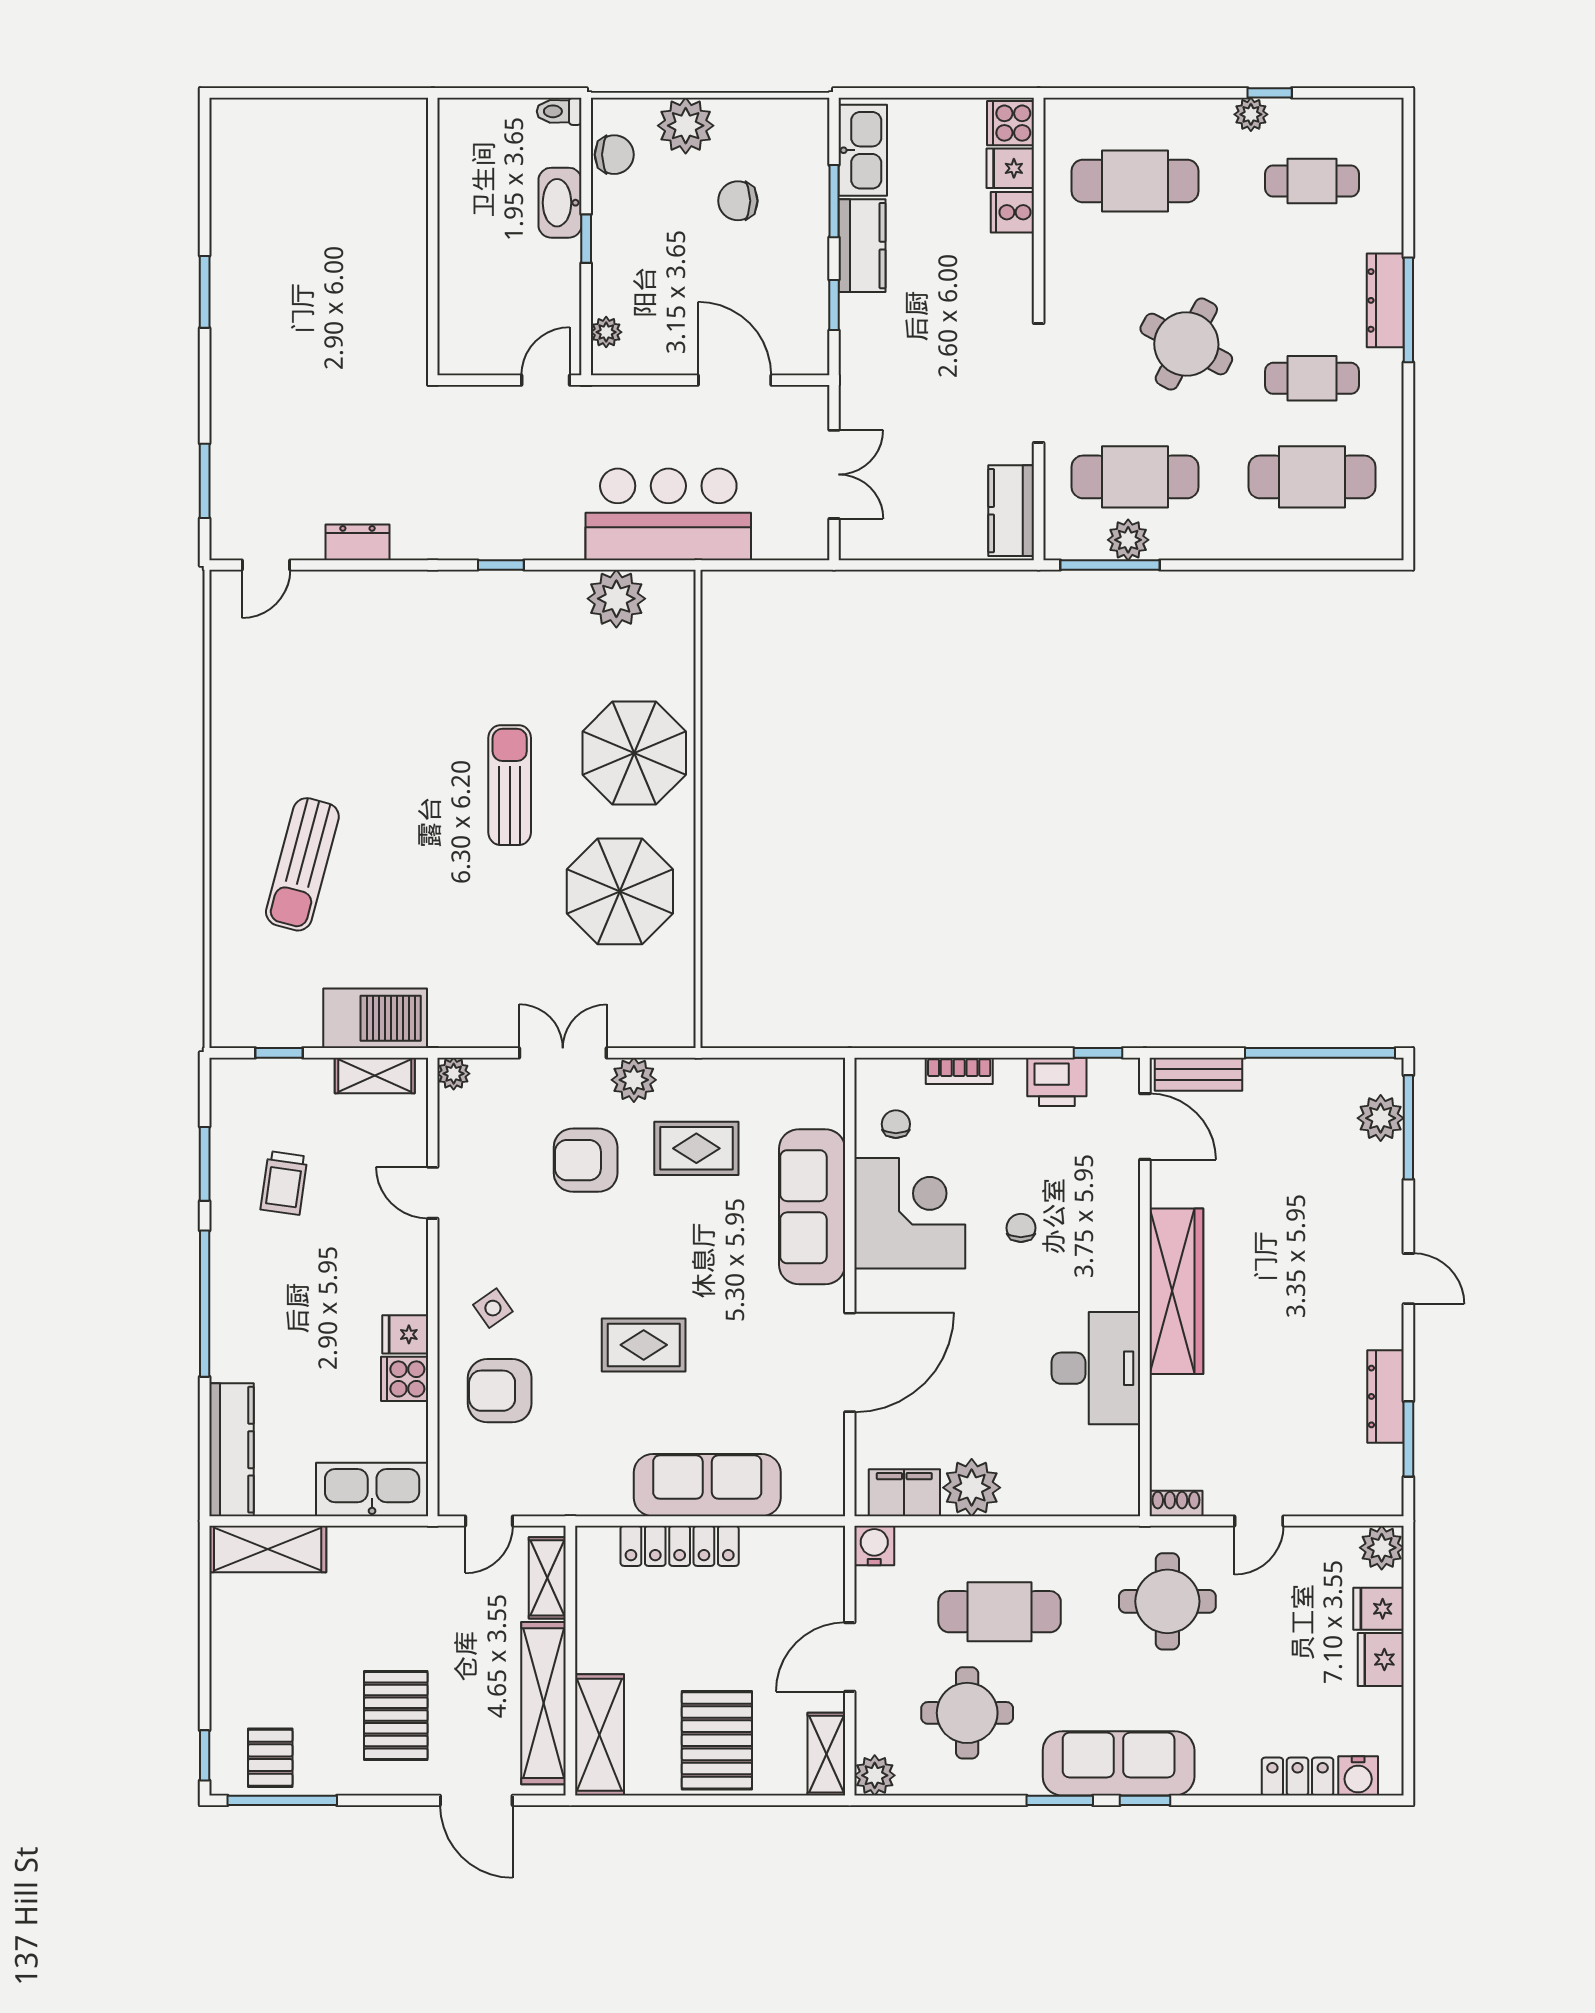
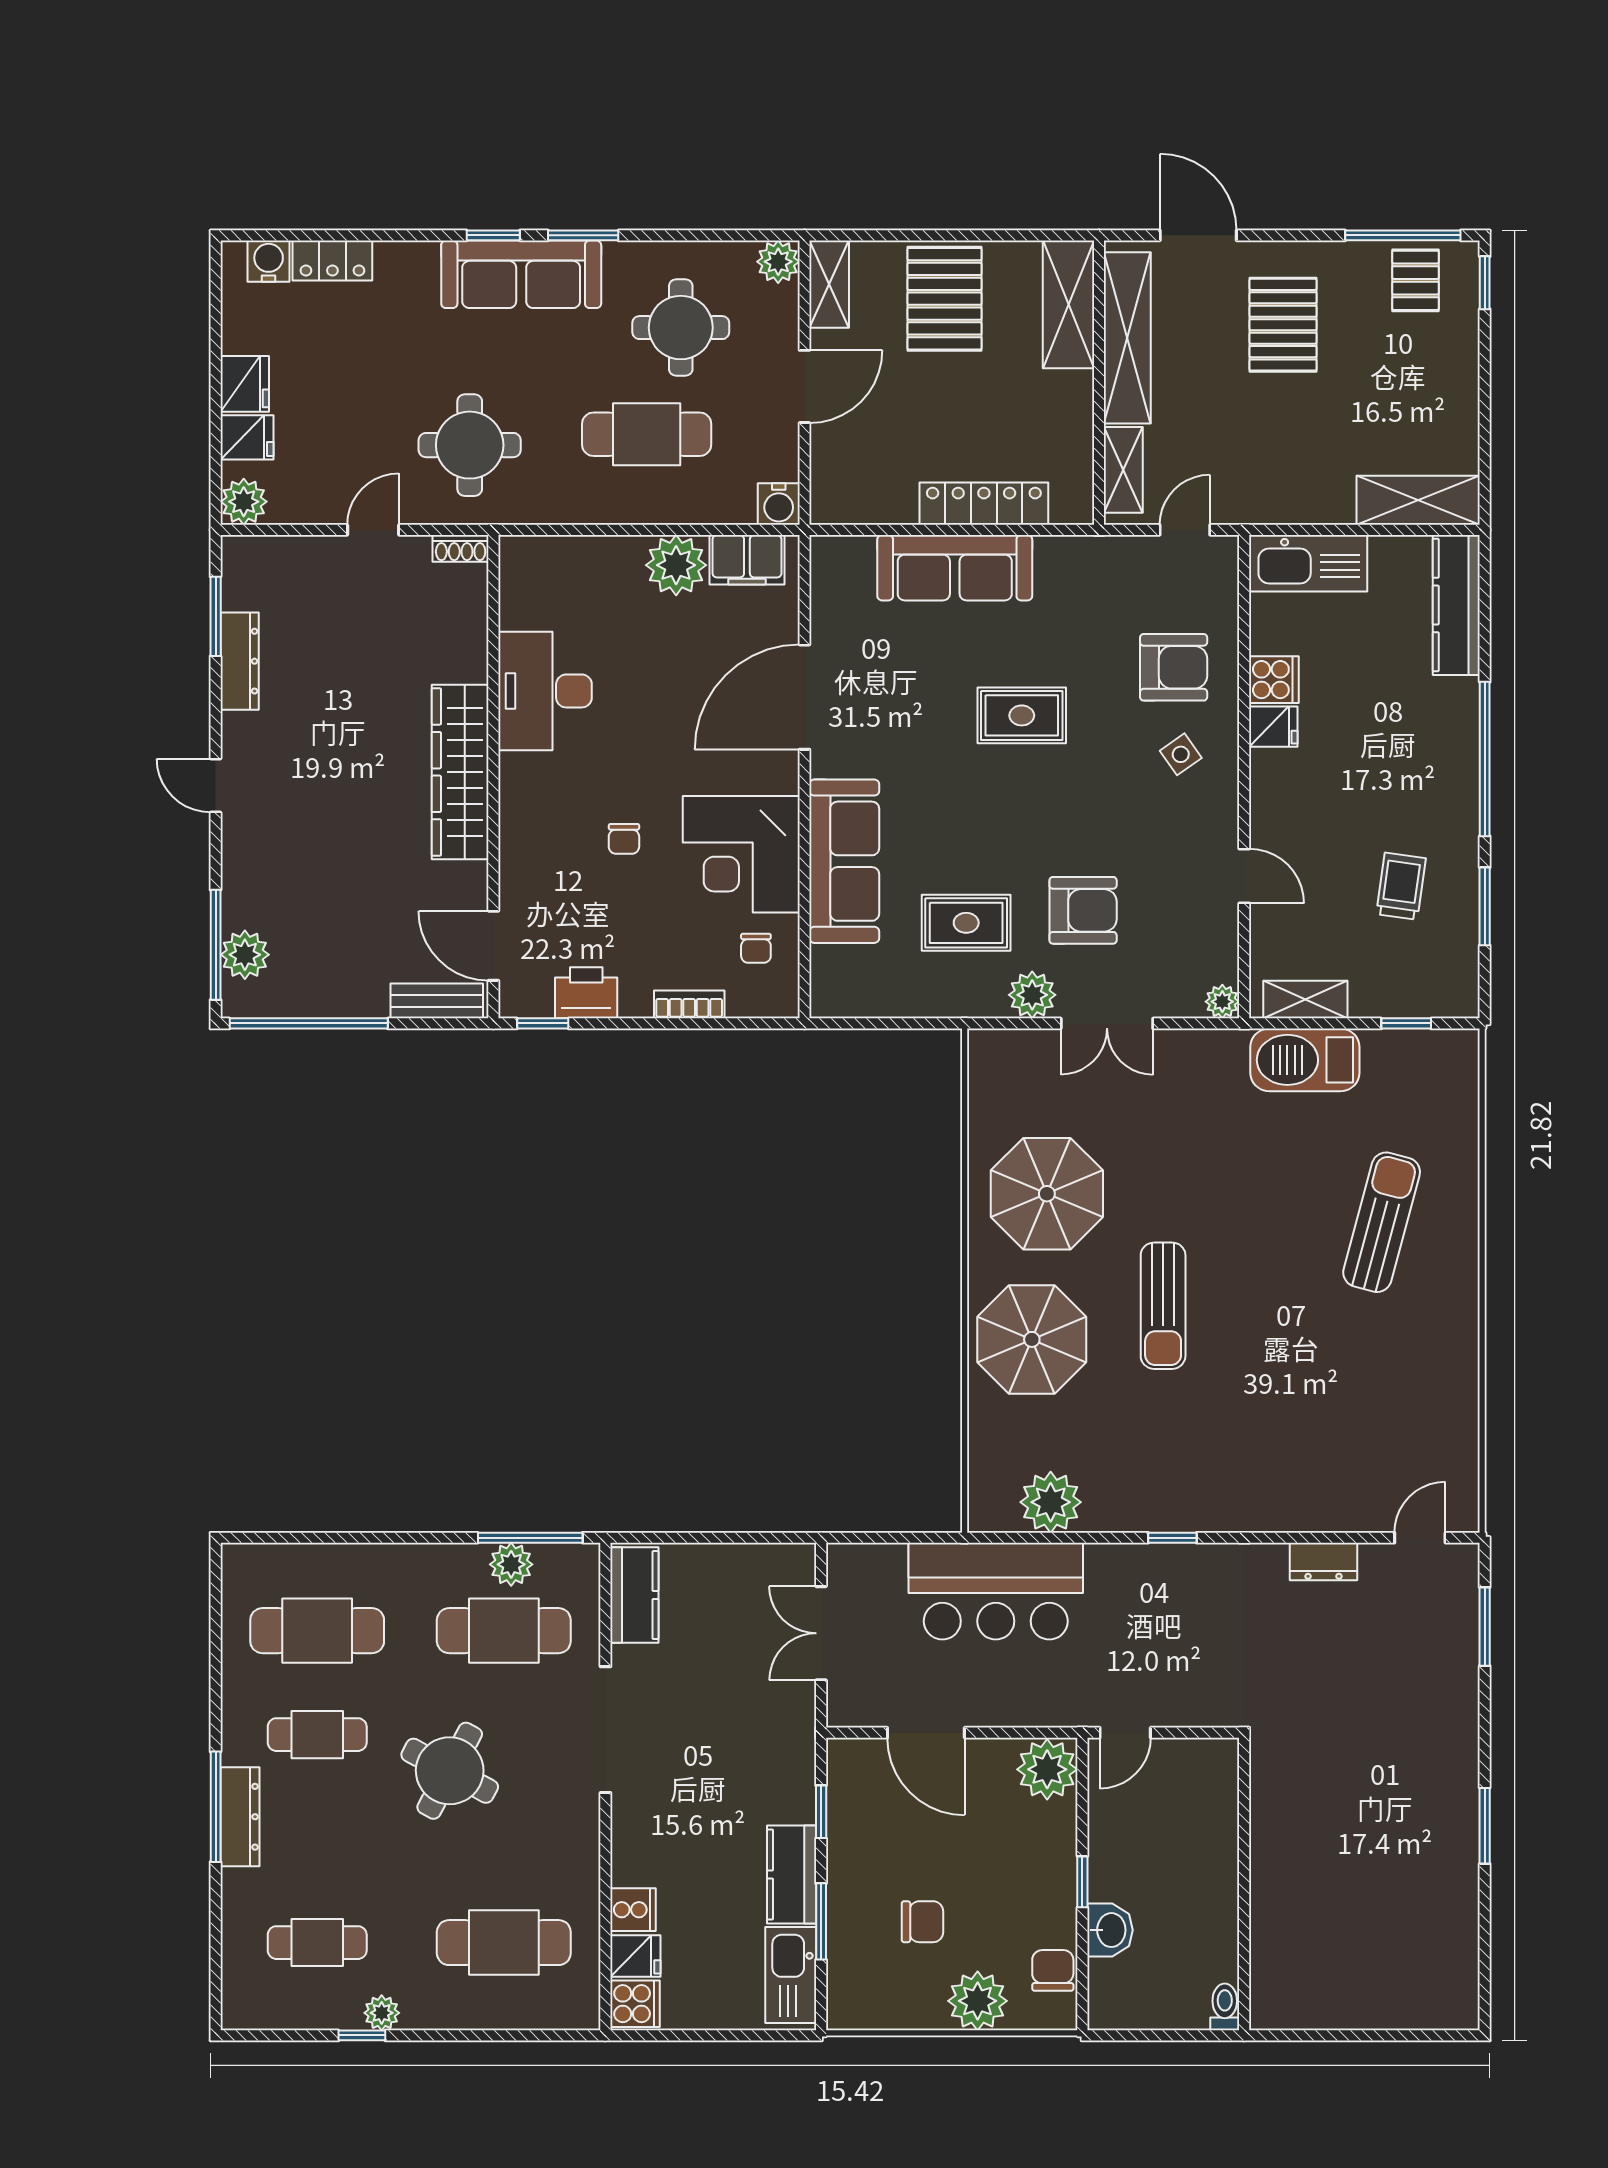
toilet: (559, 111) -> (1225, 2007), moved, turned -90
chair: (614, 155) -> (1053, 1970), turned 90
washbasin: (560, 203) -> (1110, 1930), width x0.72
plant: (606, 332) -> (1047, 1769), width x1.88, depth x1.88

